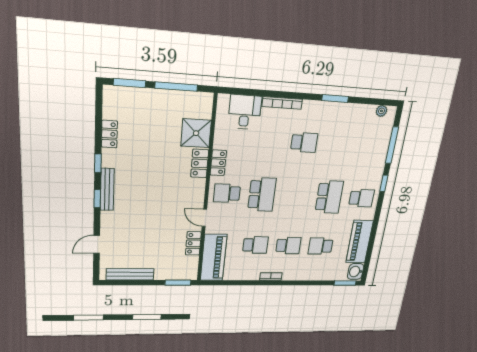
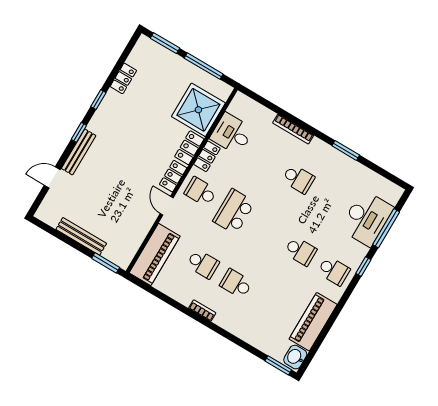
plant: (381, 111) -> (388, 186), removed
desk: (245, 112) -> (232, 134), moved, turned -90
shower: (196, 133) -> (198, 110), width x1.37, depth x1.37
desk: (373, 145) -> (367, 218), added
bench: (107, 189) -> (79, 152), moved
school desk: (262, 195) -> (234, 212), turned 180
school desk: (329, 197) -> (300, 251), width x0.54
locker: (193, 243) -> (173, 176), moved
school desk: (288, 246) -> (236, 284), turned 180
school desk: (321, 246) -> (269, 303), removed
bench: (130, 274) -> (81, 236), moved

